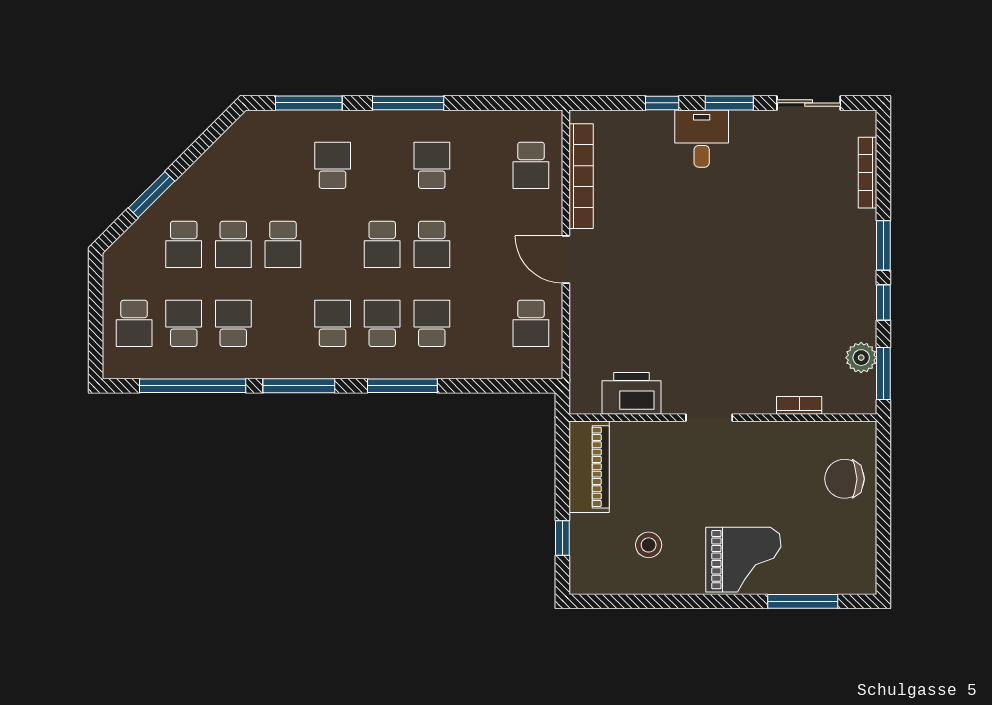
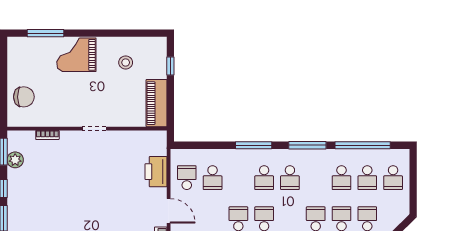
school desk: (134, 323) -> (393, 178), turned 180
school desk: (432, 323) -> (213, 178), moved
printer: (632, 393) -> (156, 172), moved, turned 90

